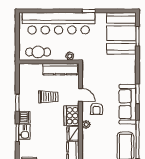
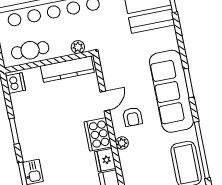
door: (80, 95) -> (105, 101), hinge flipped
trolley: (48, 97) -> (58, 113), removed
sofa: (128, 104) -> (172, 91), width x1.36, depth x1.27
dishwasher: (24, 117) -> (16, 83), moved

